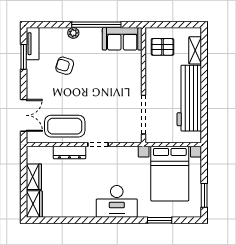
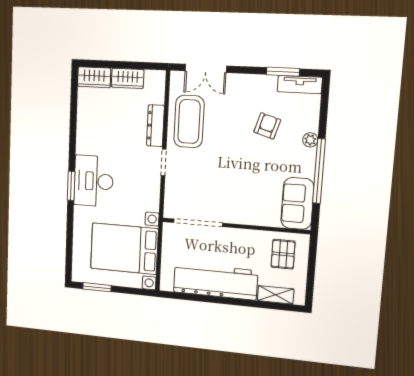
window: (160, 220) -> (71, 186), moved

